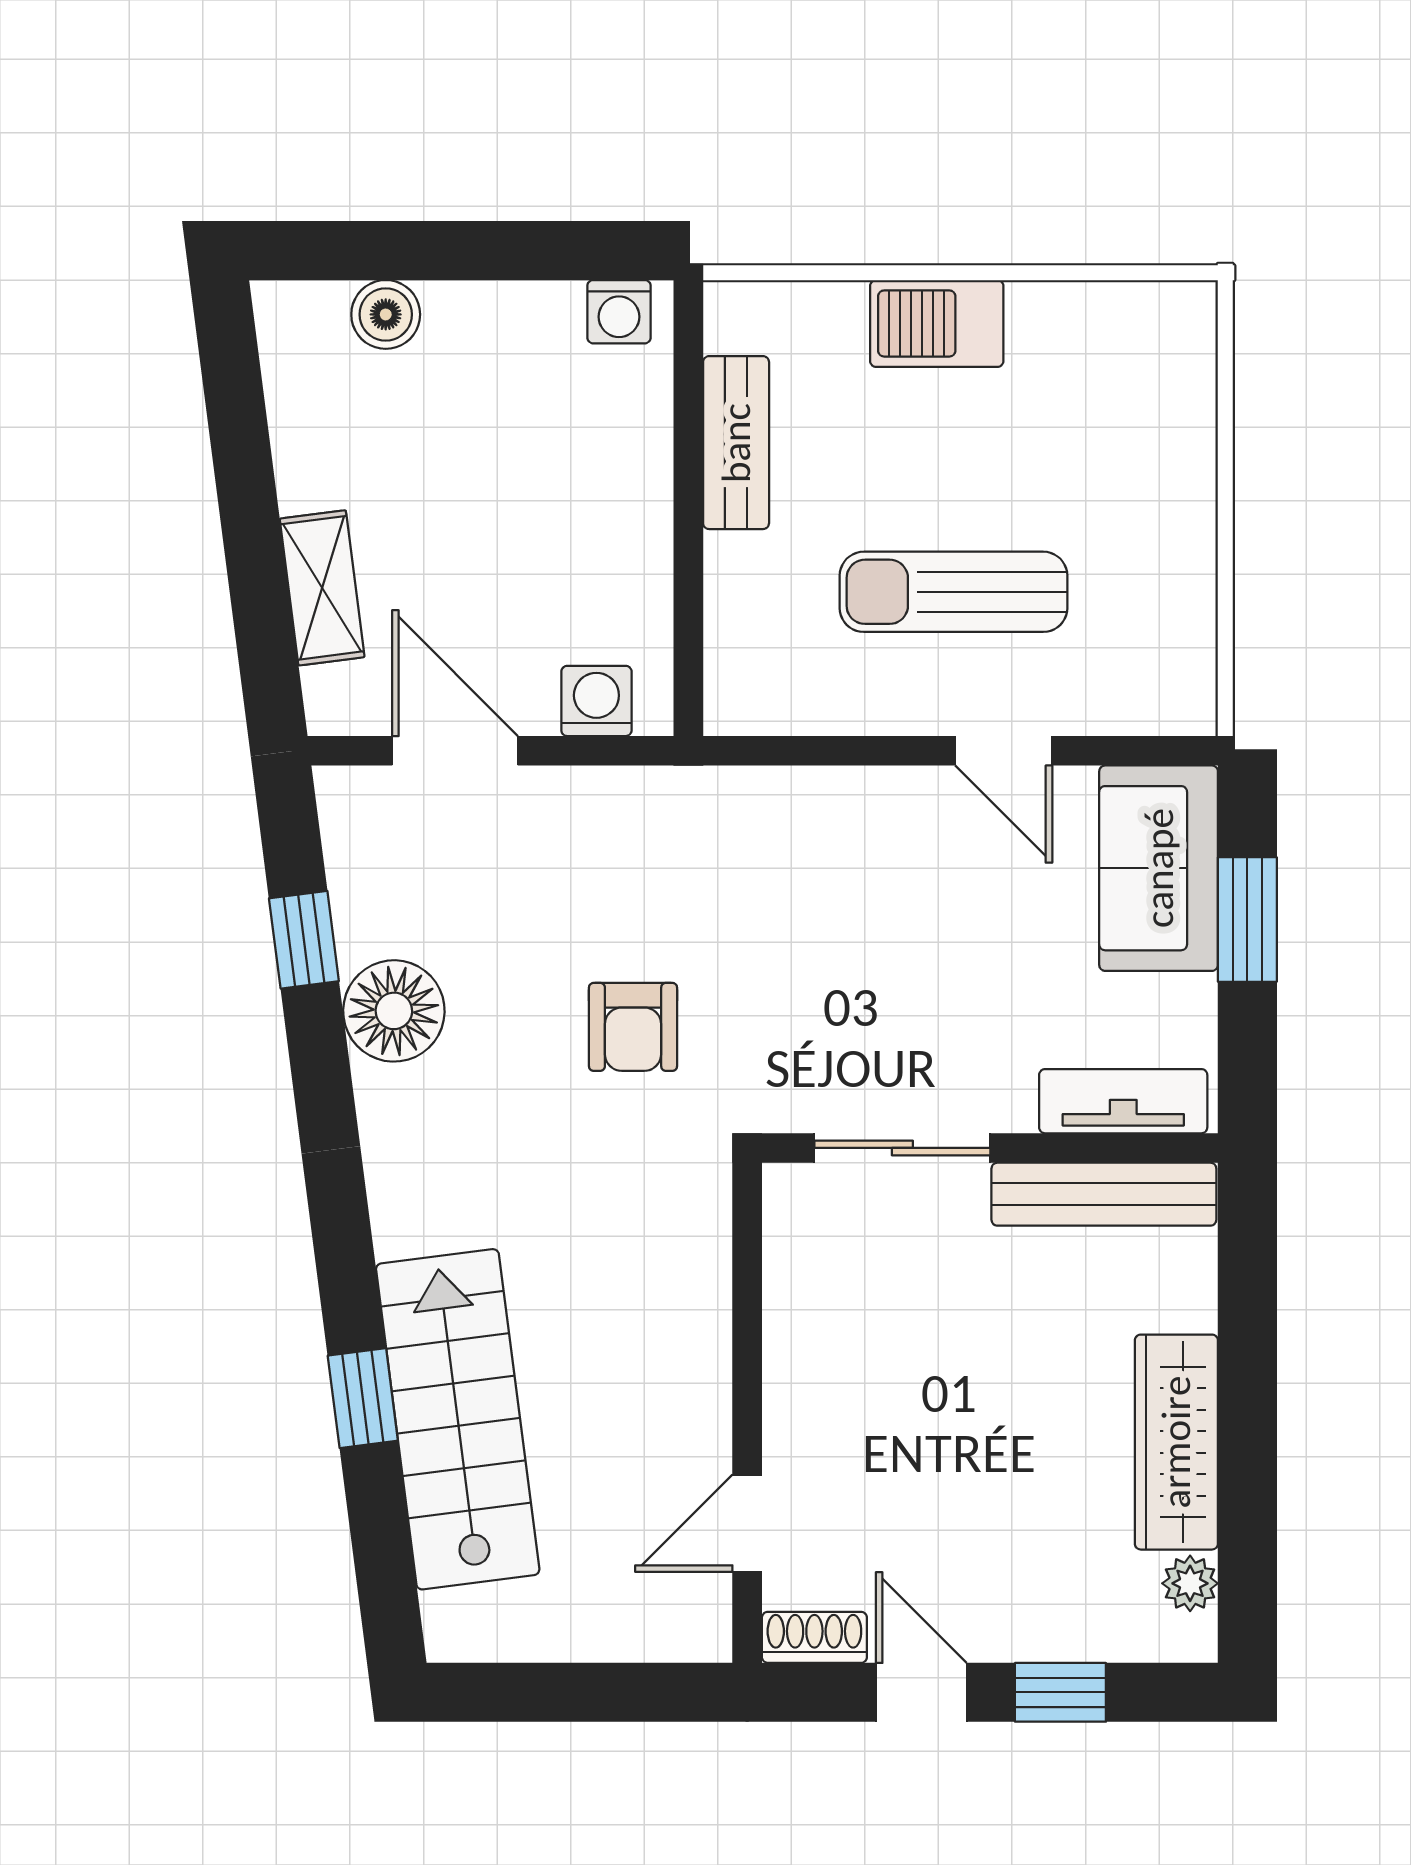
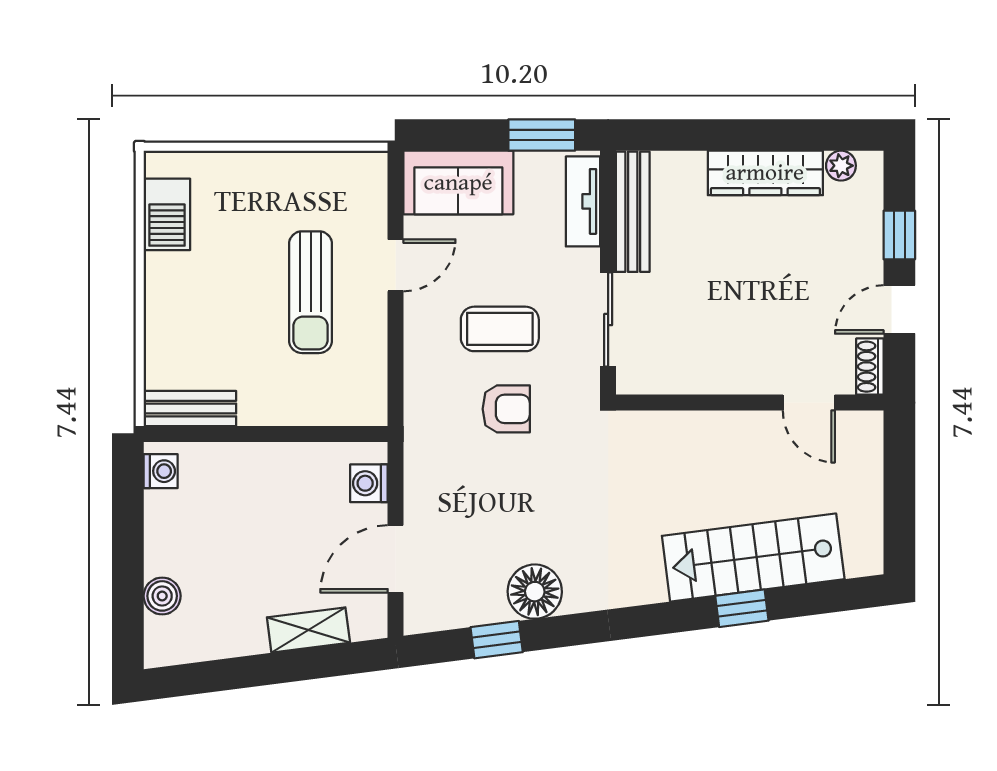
barbecue: (937, 323) -> (167, 214), moved
bench: (736, 443) -> (190, 409), moved
window: (1247, 920) -> (542, 135), moved
coffee table: (885, 946) -> (500, 329), added
armchair: (633, 1027) -> (506, 409), moved

